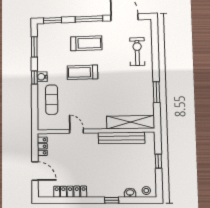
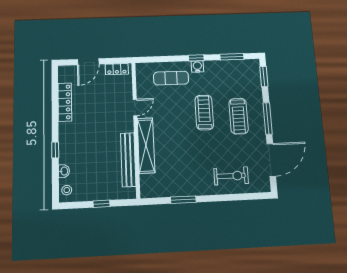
shelving: (130, 122) -> (146, 145), moved

